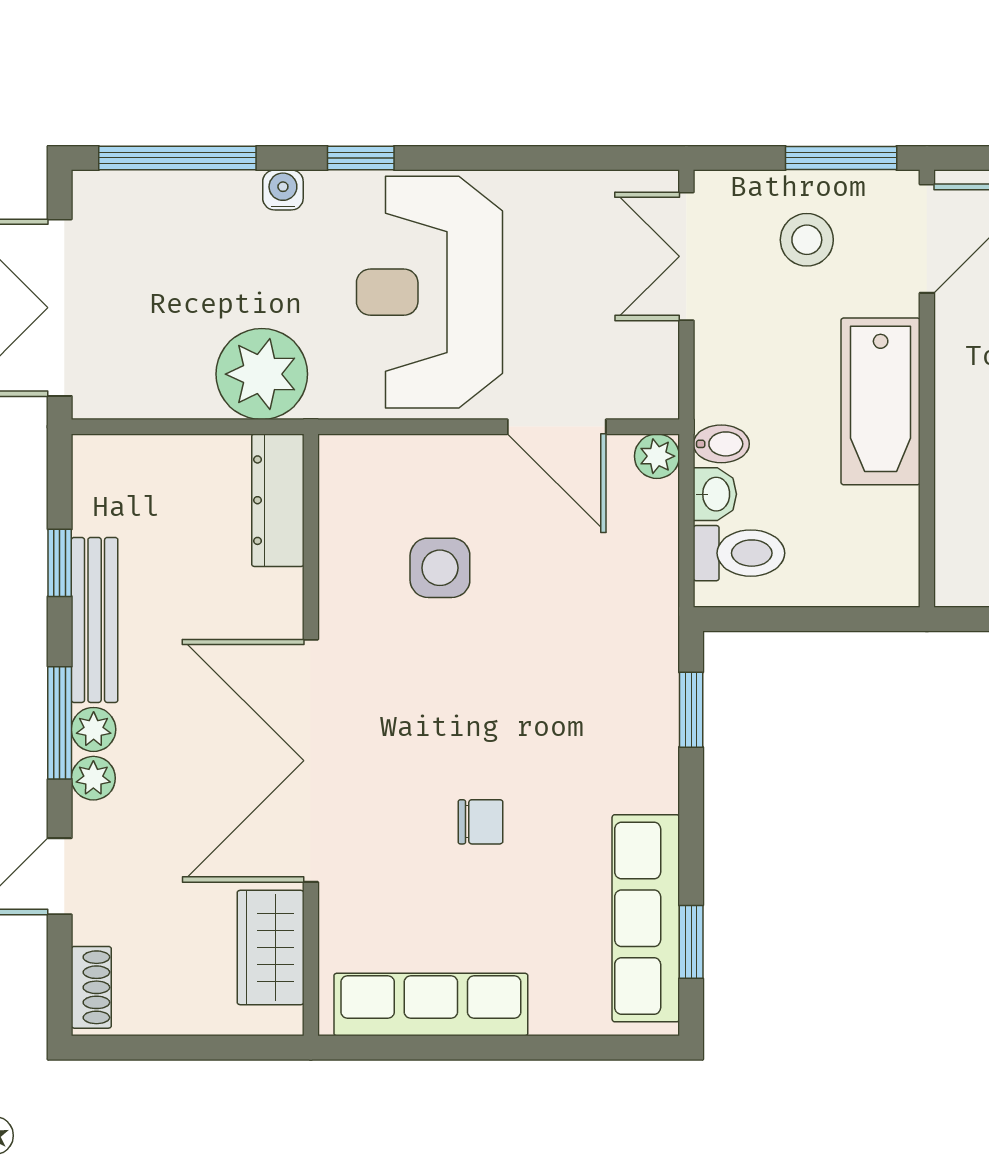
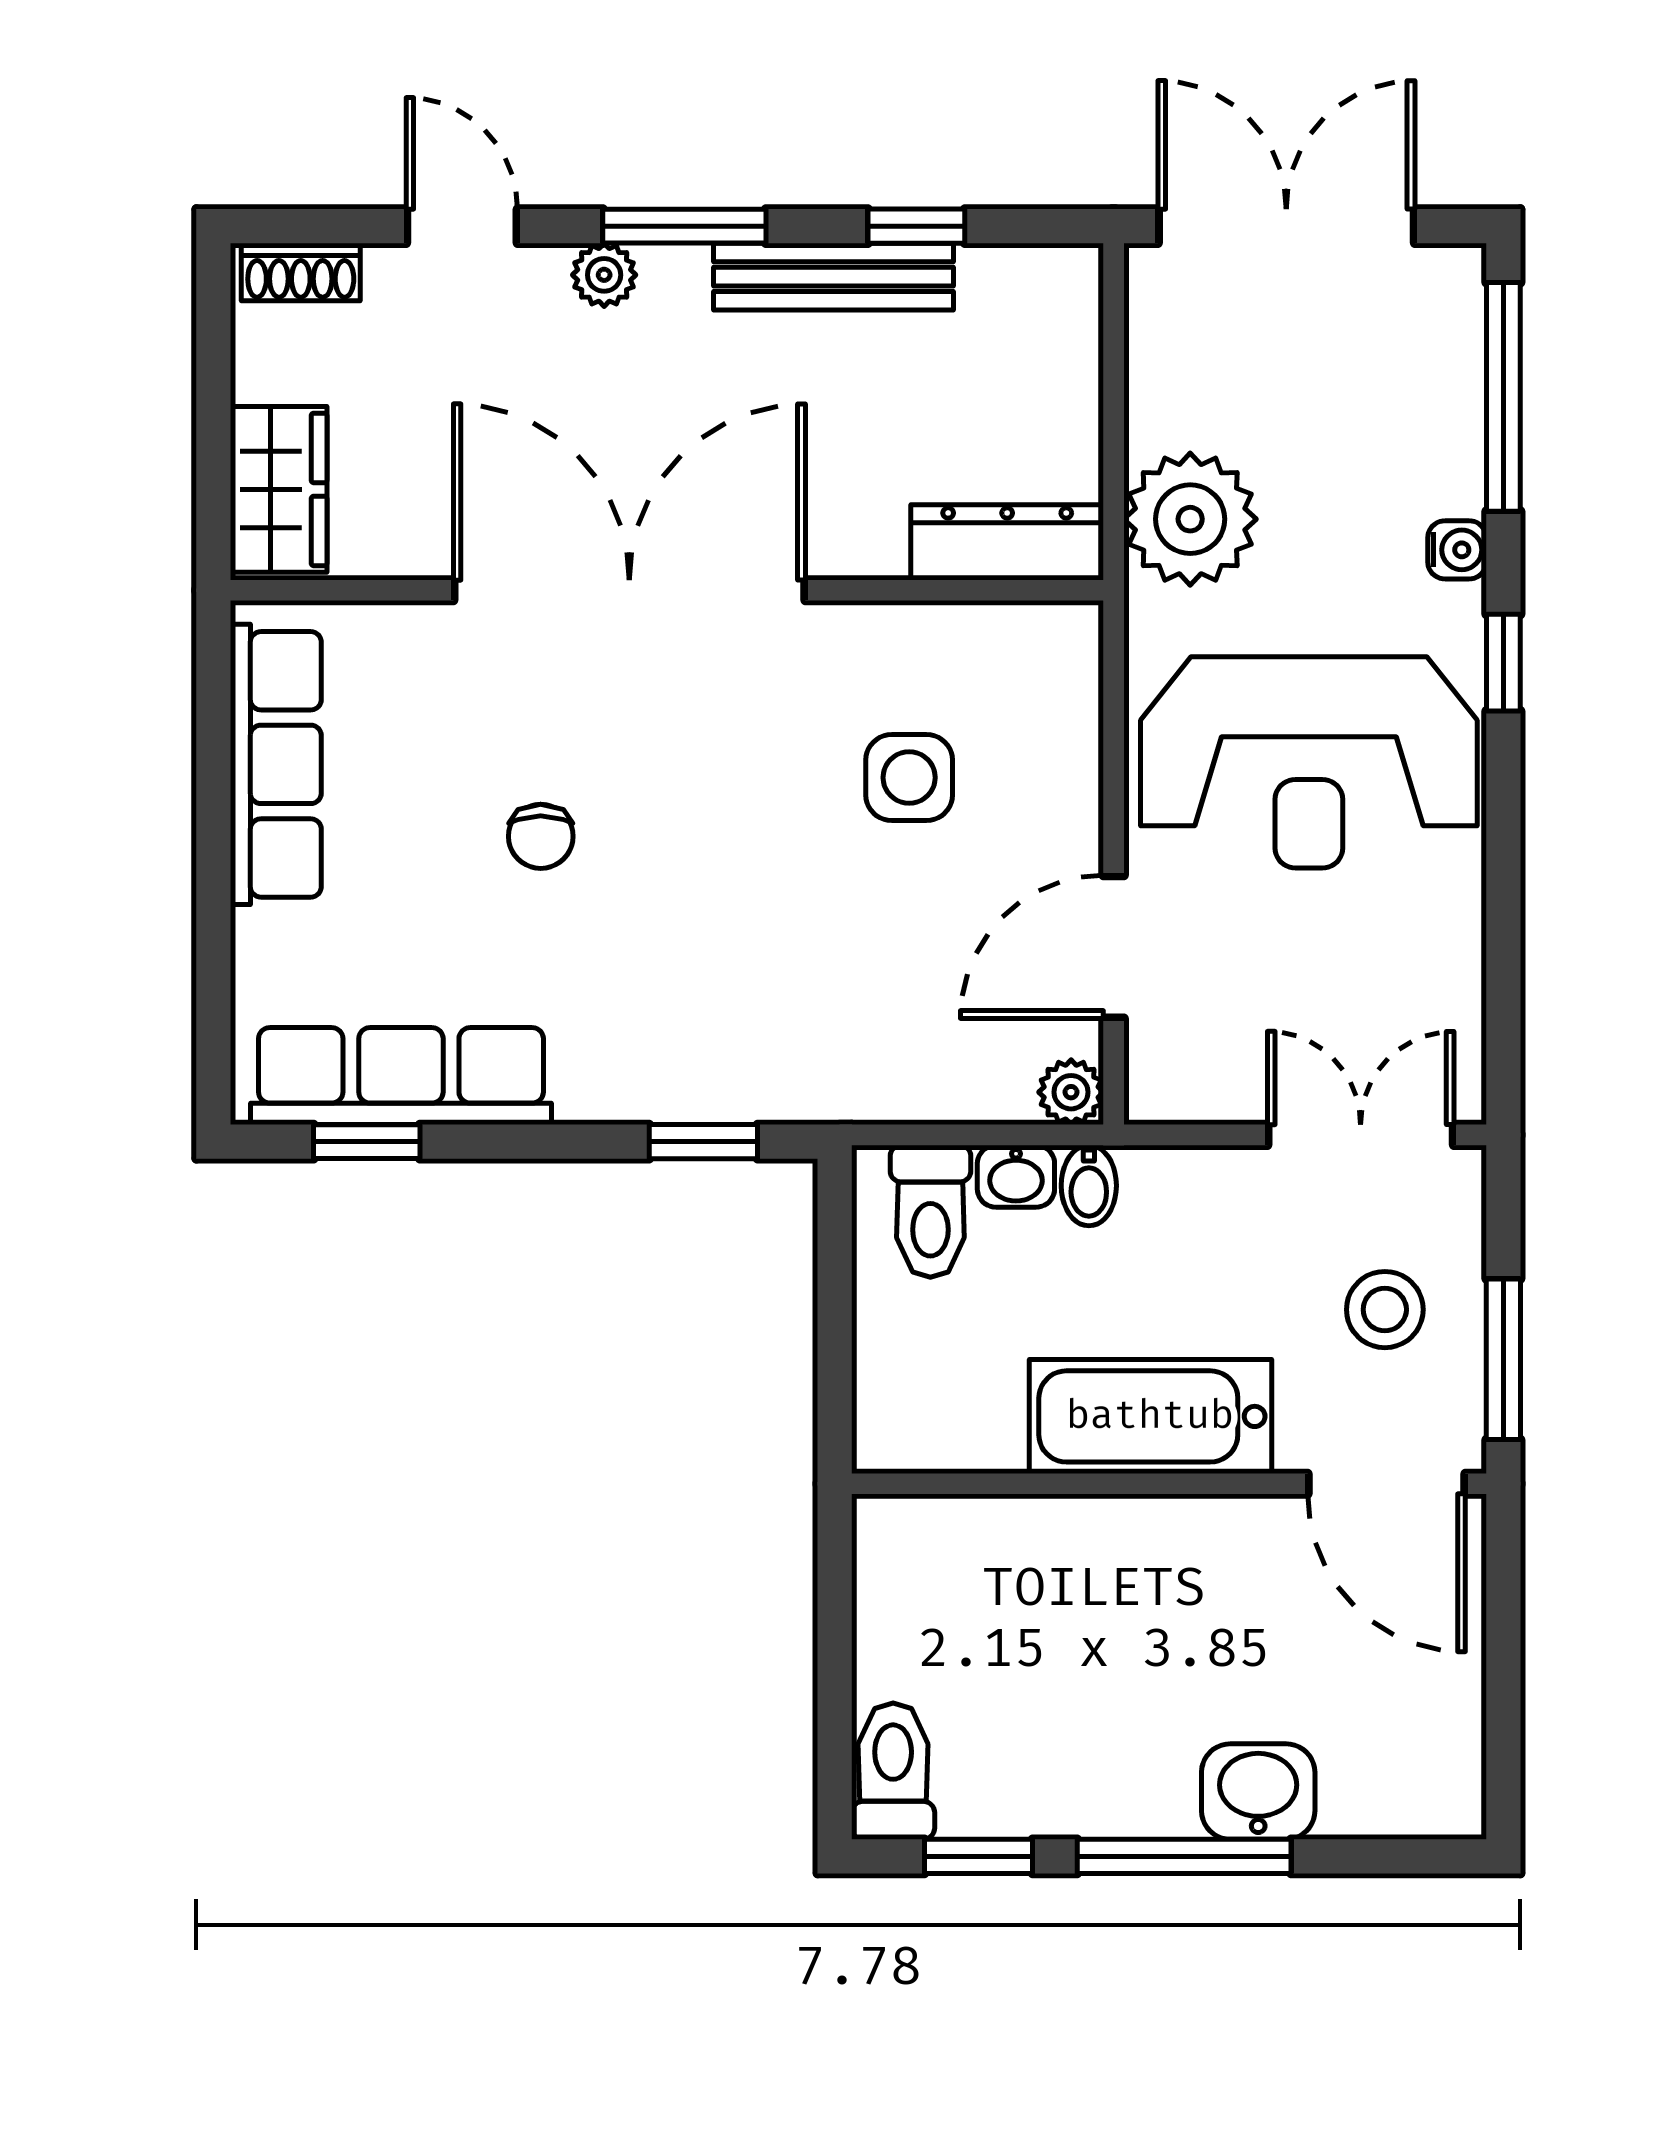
reception desk: (429, 292) -> (1309, 762), turned 180
plant: (94, 729) -> (675, 275), removed
wardrobe: (271, 947) -> (279, 489), moved, turned 90

